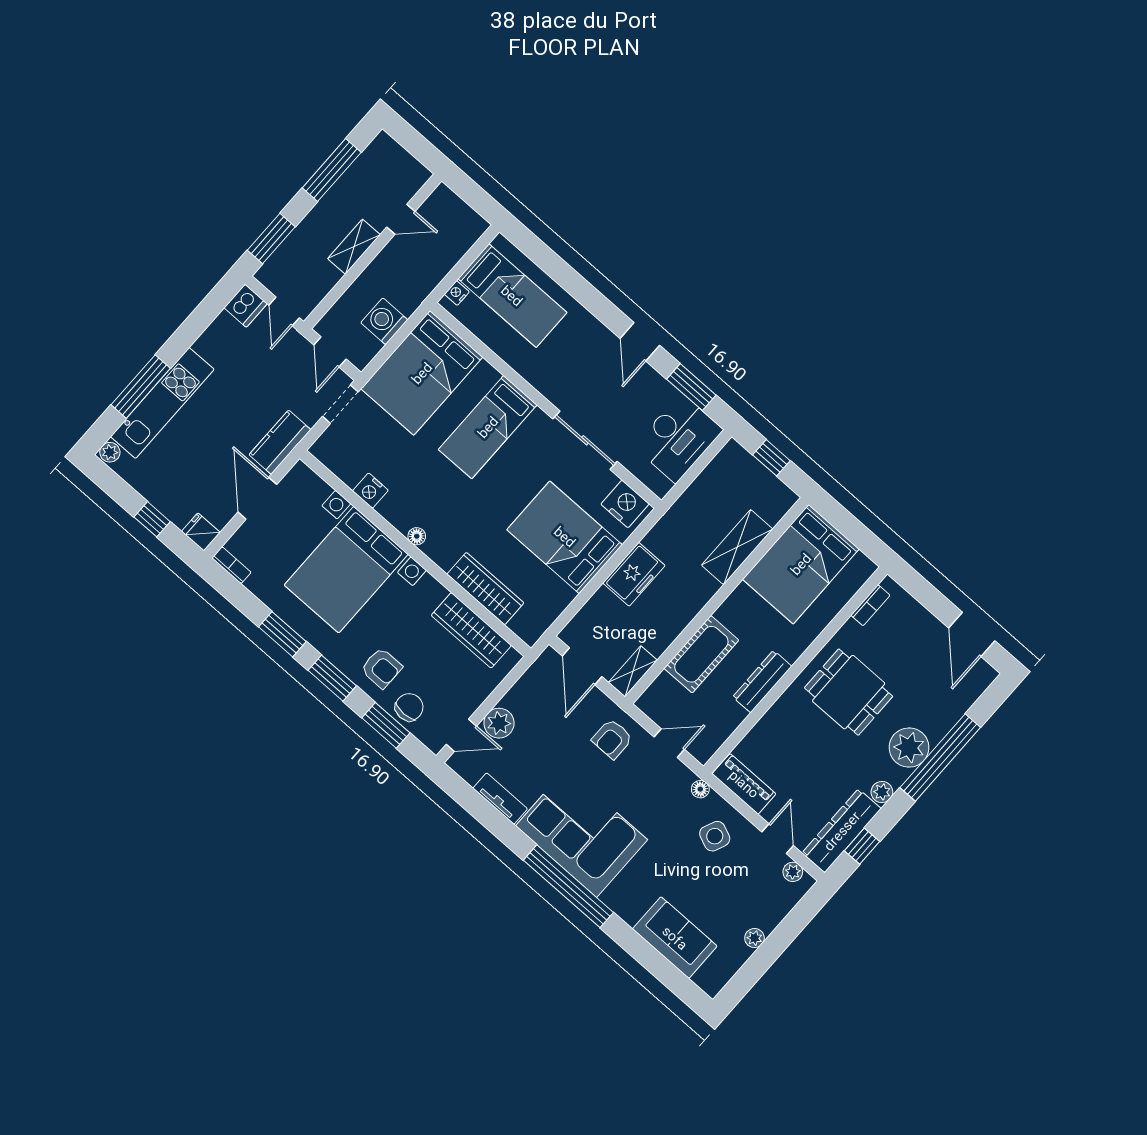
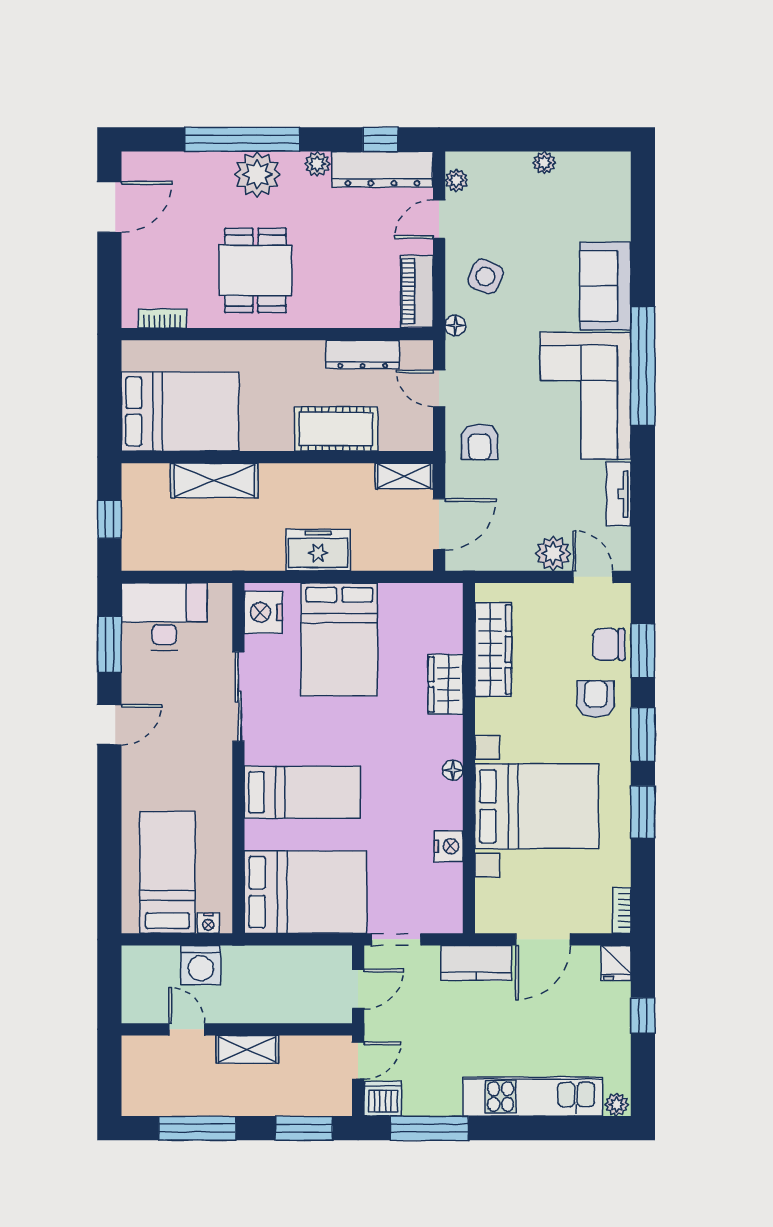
washing machine: (384, 321) -> (201, 965), moved
window: (141, 387) -> (429, 1128), moved
wardrobe: (485, 589) -> (446, 684), width x0.67
dresser: (762, 682) -> (363, 354), moved
armchair: (612, 739) -> (479, 442), turned 90
sofa: (675, 938) -> (605, 286), moved

